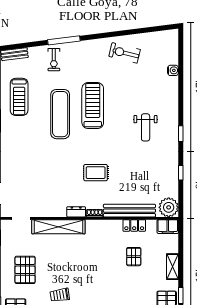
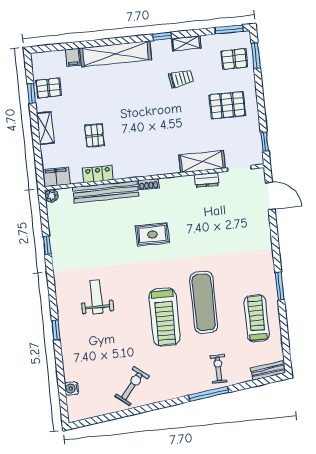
exercise bike: (125, 53) -> (132, 386), turned -65
water cooler: (173, 70) -> (72, 388), moved
window: (181, 134) -> (56, 330), moved
plant: (169, 207) -> (51, 196), width x0.53, depth x0.53
dresser: (76, 212) -> (207, 180), moved
shelving: (58, 227) -> (202, 162), width x0.68
pallet: (25, 270) -> (227, 105), turned 90

